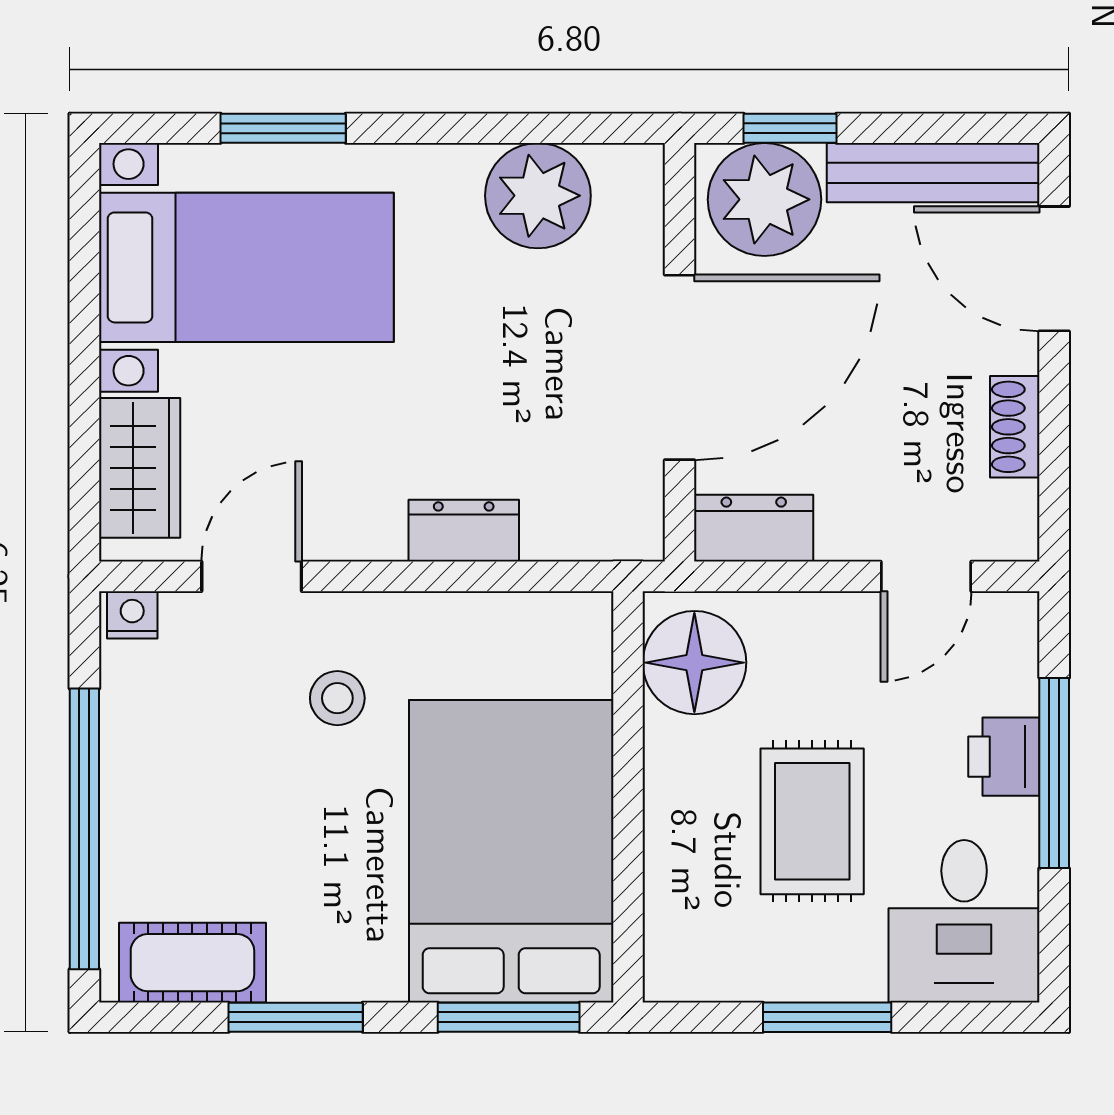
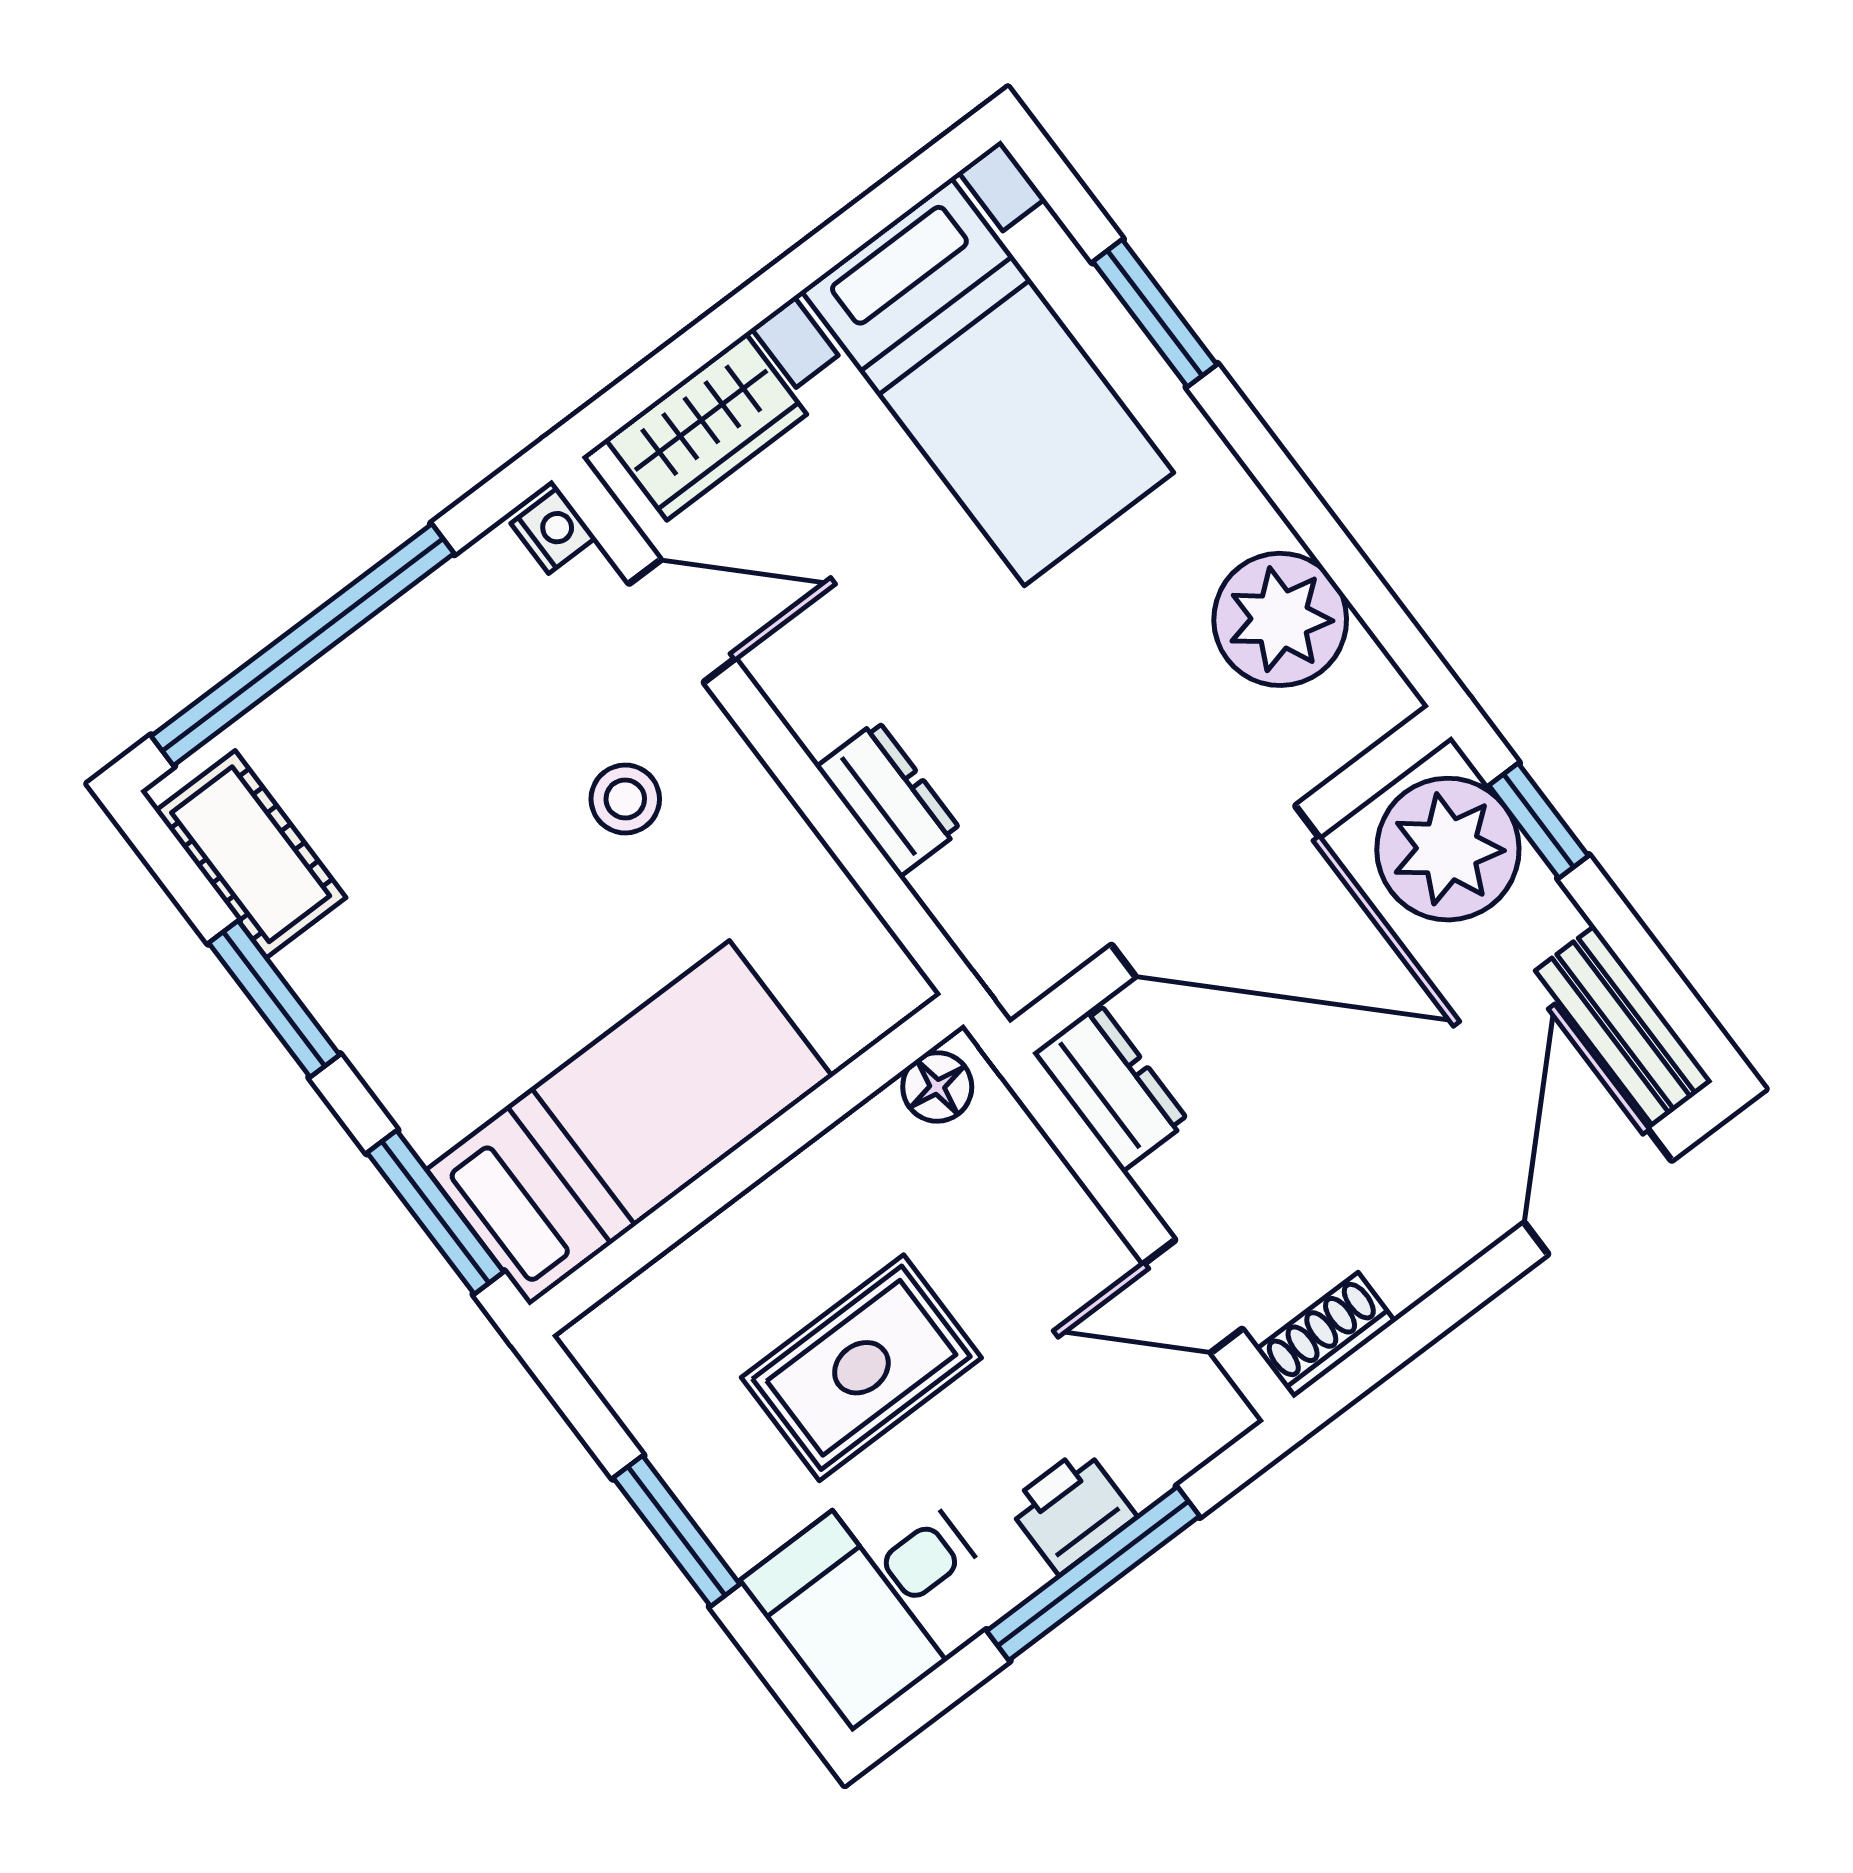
bench: (933, 173) -> (1624, 1026), width x0.73
shoe rack: (1015, 427) -> (1326, 1335), moved
floor lamp: (694, 663) -> (937, 1087), width x0.53, depth x0.53
bed: (511, 851) -> (629, 1123), width x0.67

